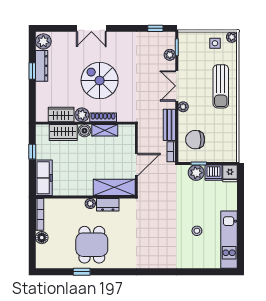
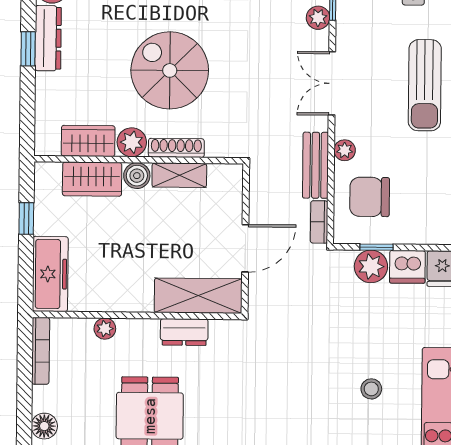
plant: (183, 107) -> (345, 150), moved
plant: (90, 203) -> (105, 329), moved
floor lamp: (42, 238) -> (44, 426), moved

